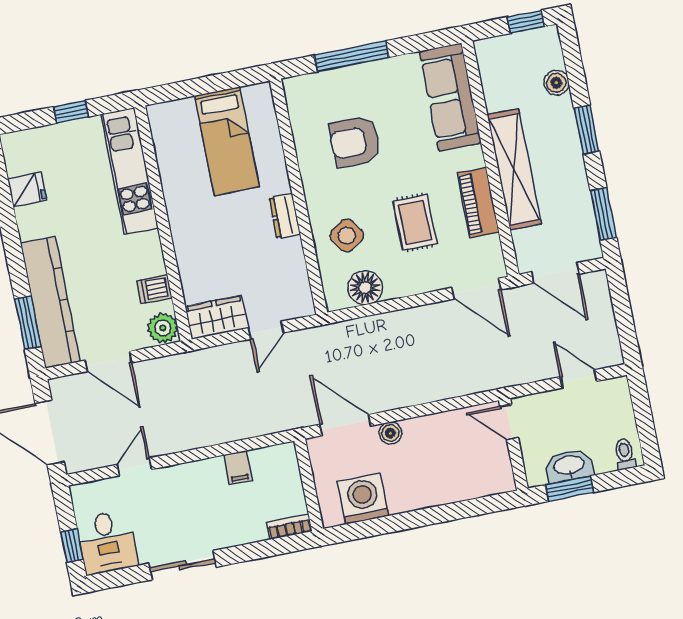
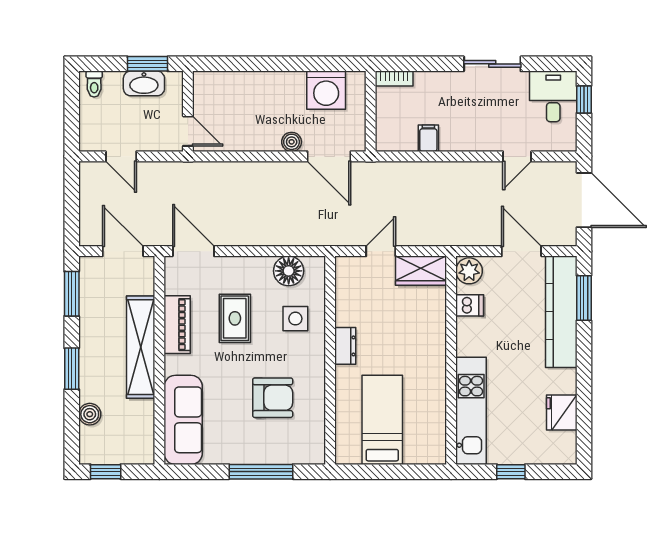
fridge: (27, 189) -> (562, 412), width x1.38
side table: (347, 236) -> (295, 319), turned 33

